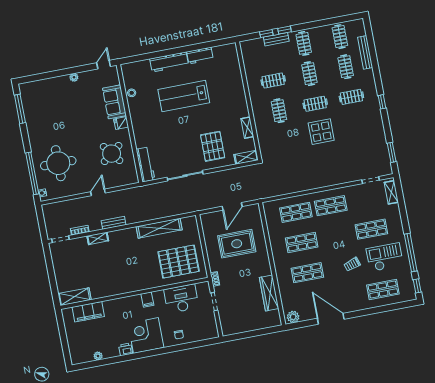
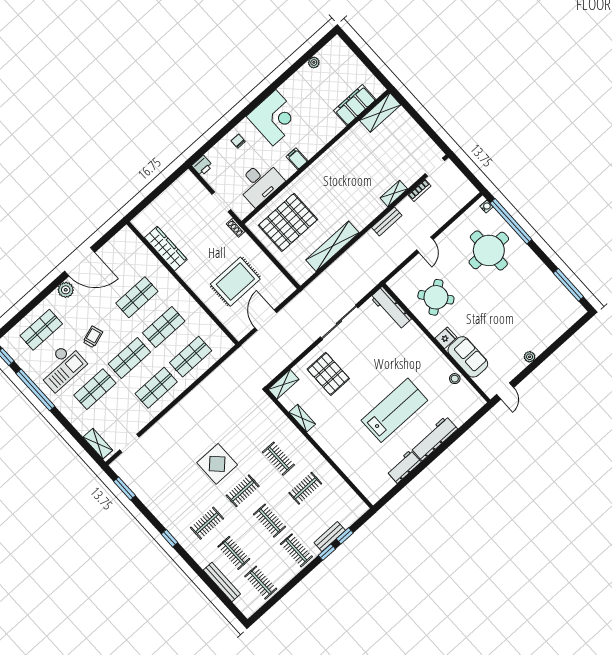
shop shelf: (337, 236) -> (129, 358), added
plant: (293, 317) -> (66, 290), moved
printer: (126, 349) -> (202, 166), moved

